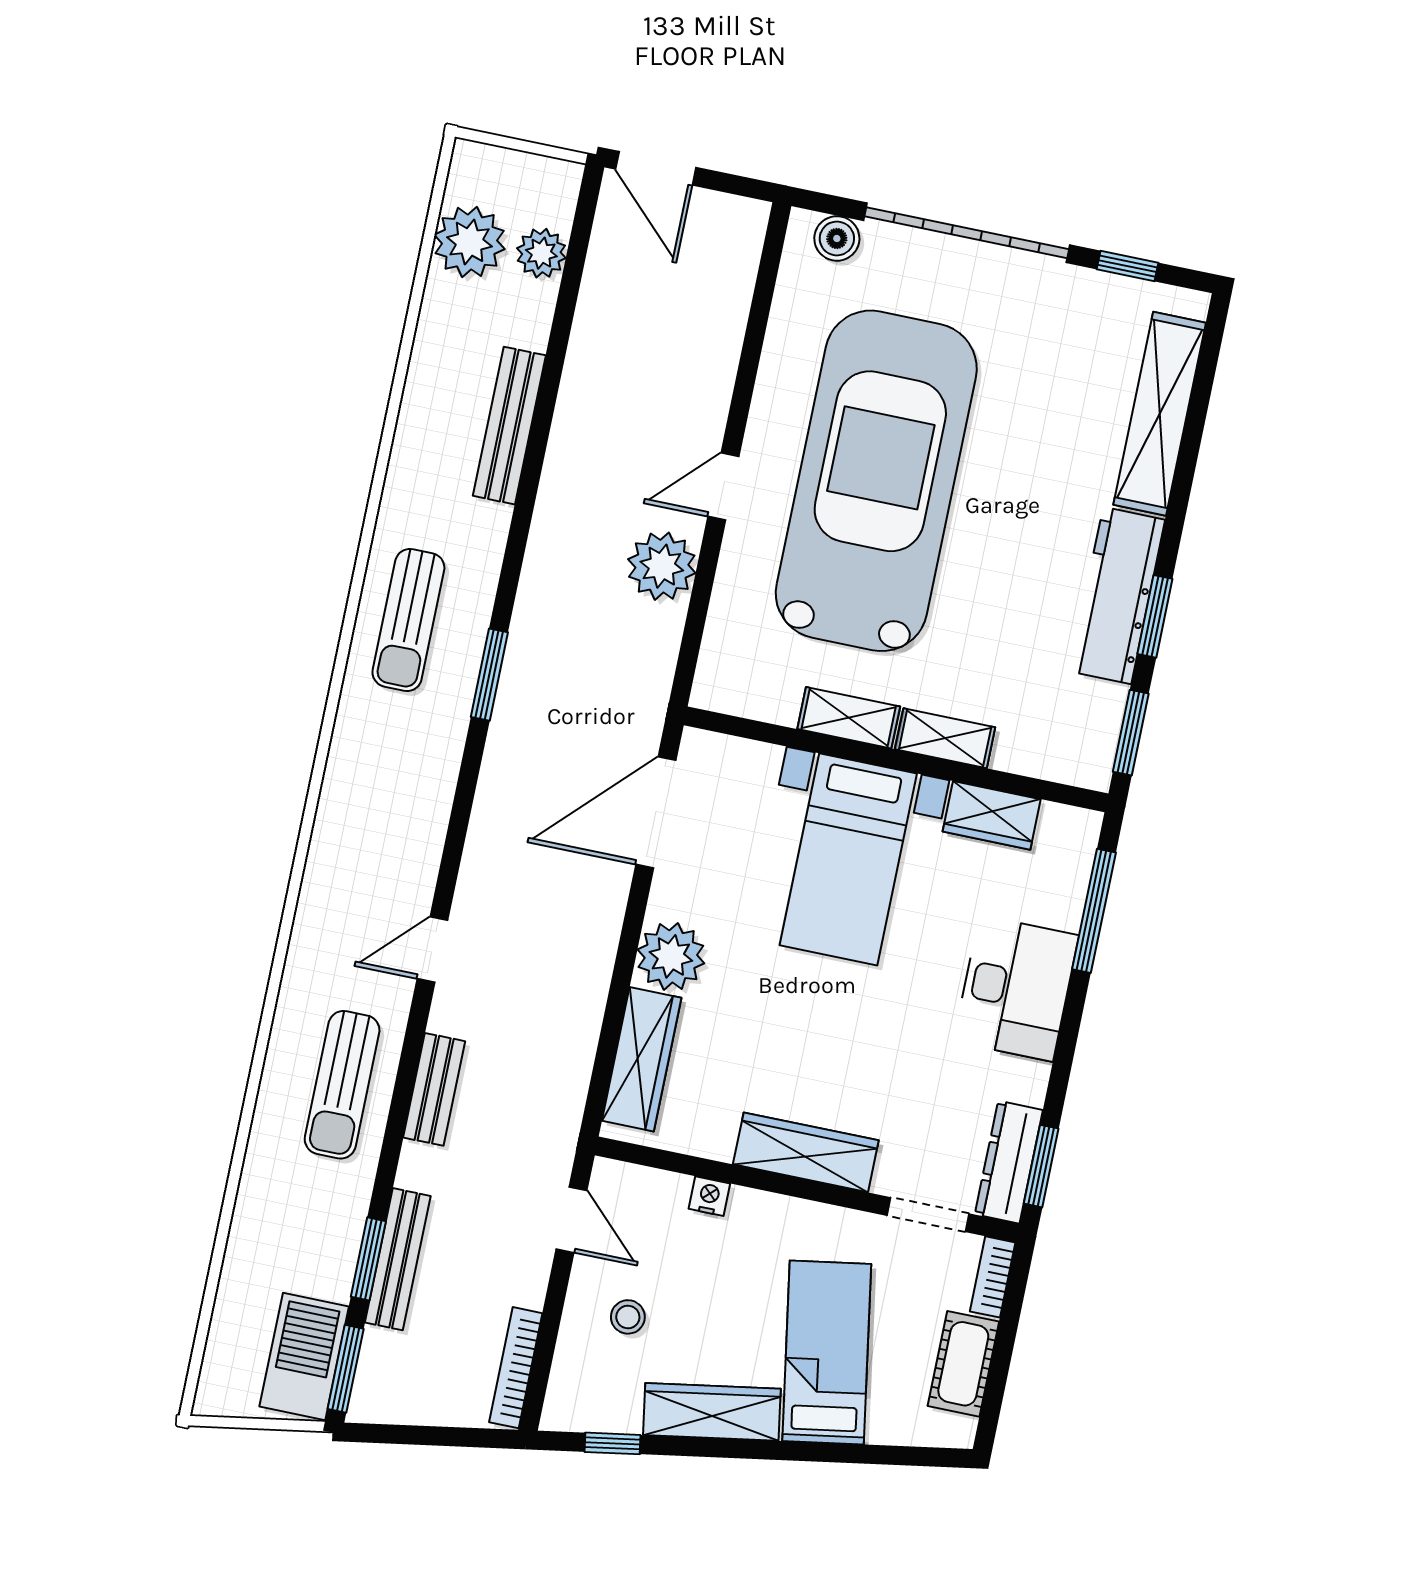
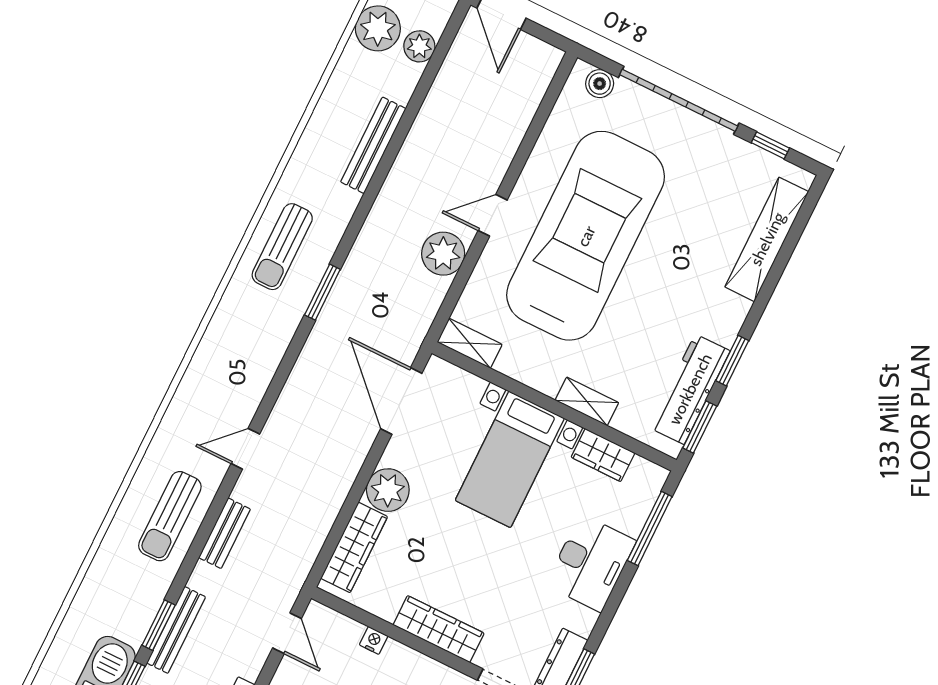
workbench: (1117, 596) -> (690, 389), moved
shelving: (849, 718) -> (470, 343), moved
door: (656, 812) -> (401, 401), hinge flipped

